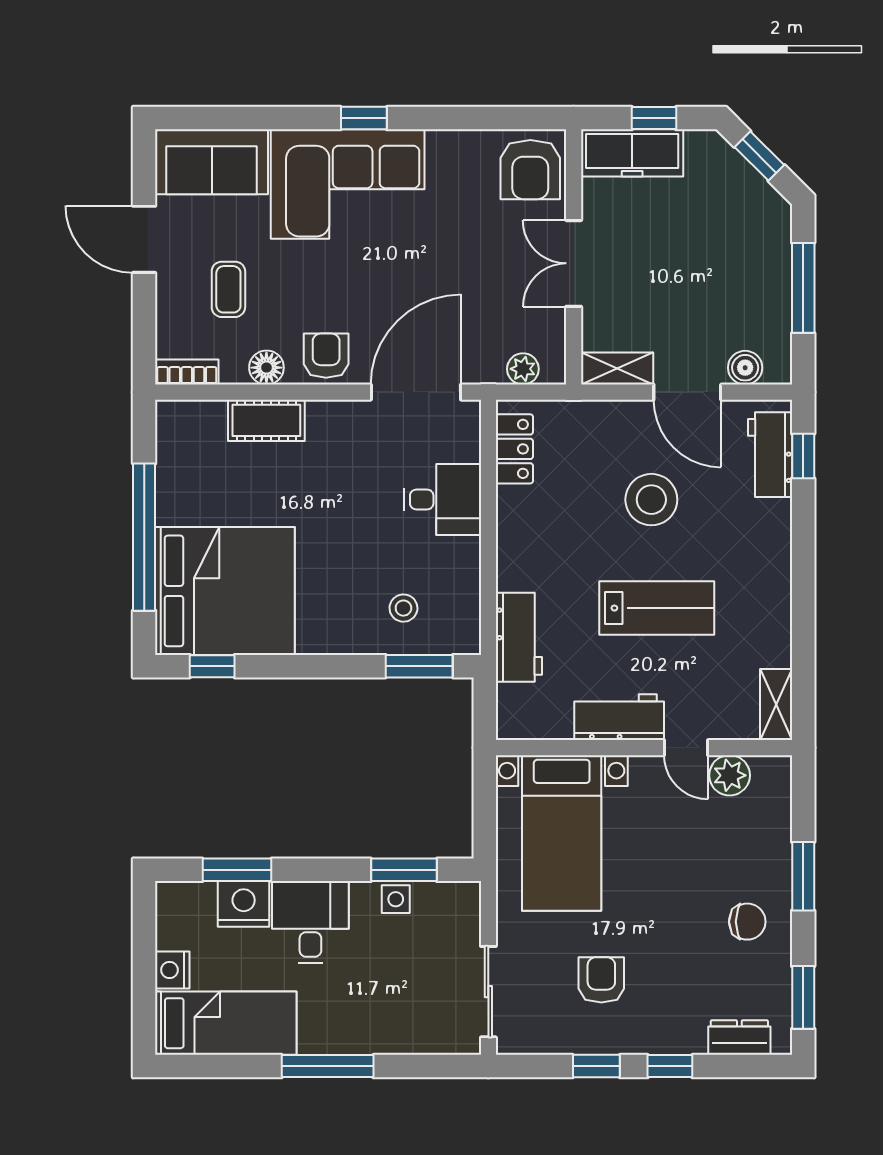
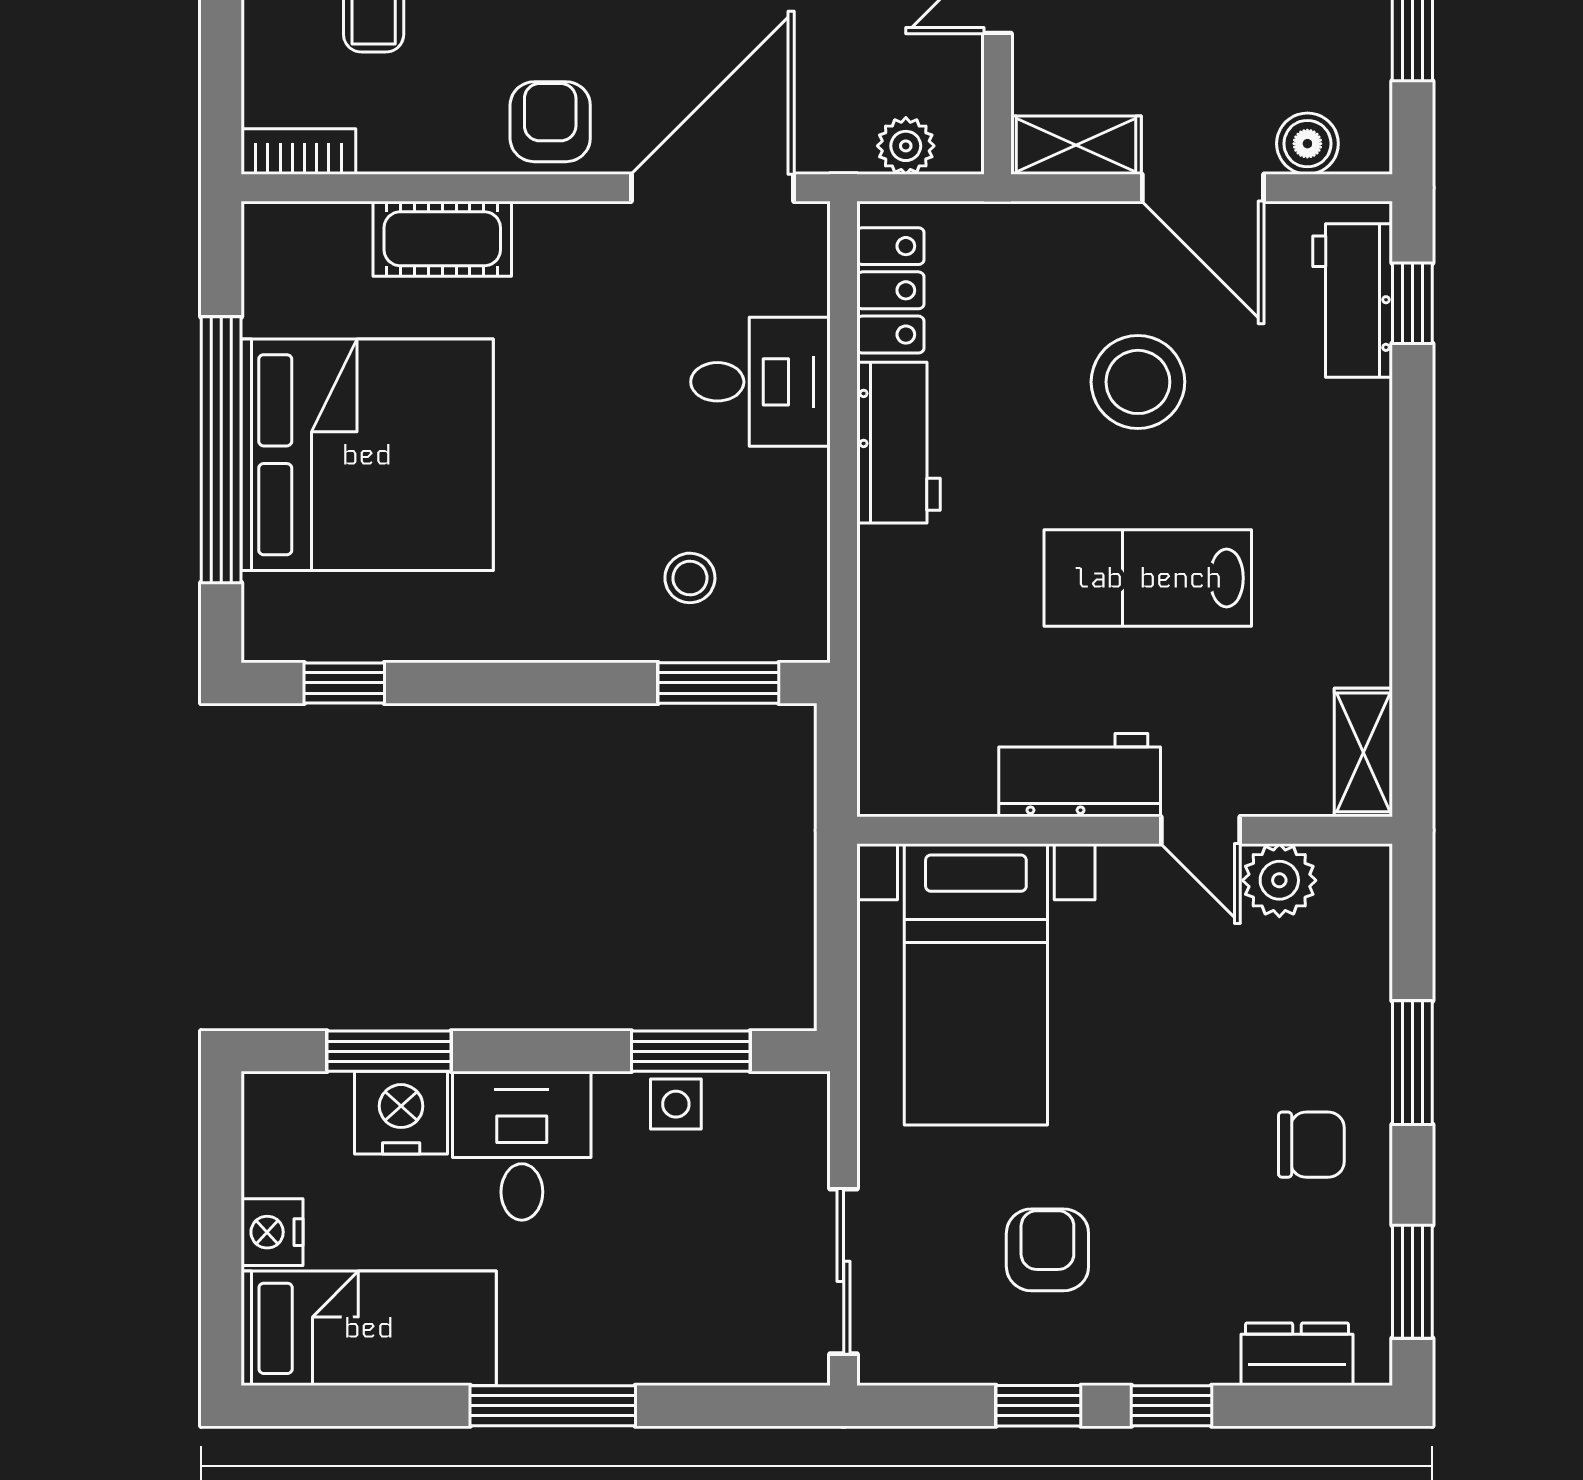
floor lamp: (266, 368) -> (442, 143), removed
bed: (225, 591) -> (367, 455), moved
lab bench: (657, 608) -> (1148, 578), turned 180
workbench: (519, 637) -> (899, 443), moved

